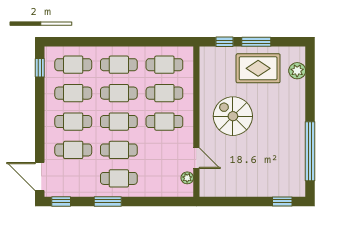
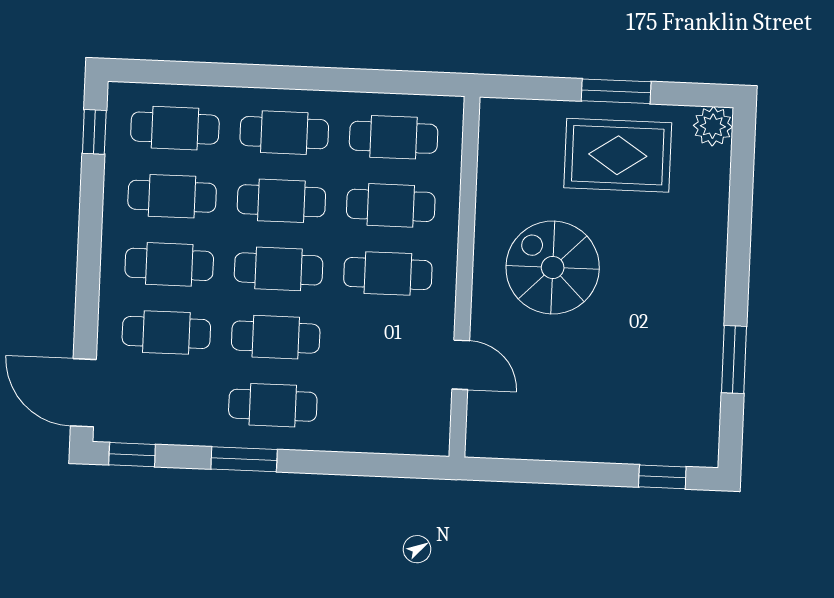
window: (225, 42) -> (540, 88), removed
plant: (297, 71) -> (713, 126), moved
window: (310, 151) -> (734, 359), width x0.47
plant: (187, 178) -> (437, 411), removed

